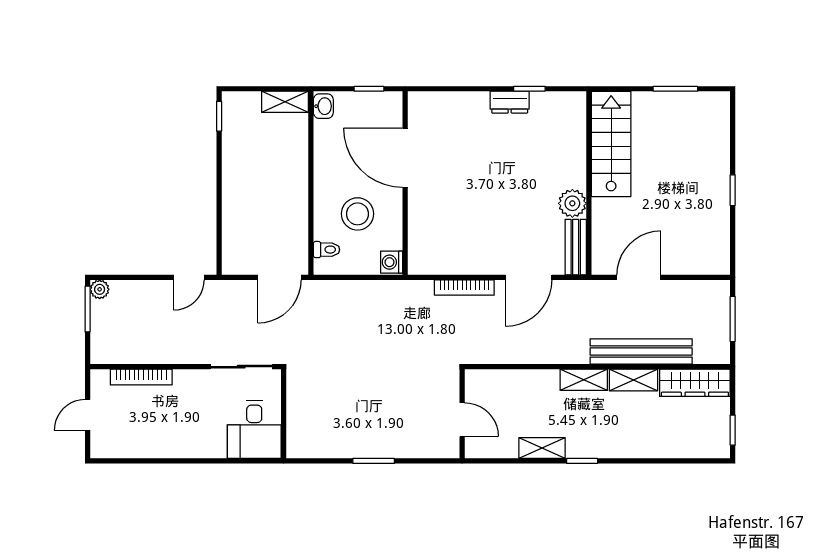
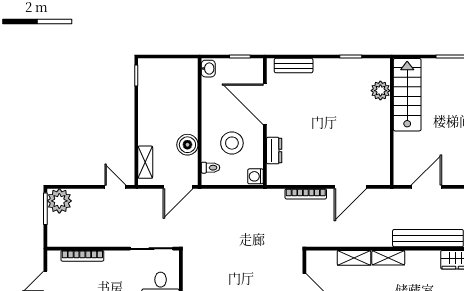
shelving: (285, 102) -> (145, 162), moved, turned 90
dresser: (510, 102) -> (274, 151), moved, turned -90
plant: (572, 203) -> (380, 91), moved
boiler: (293, 216) -> (187, 145), added
bench: (576, 247) -> (294, 66), moved, turned 90
door: (189, 277) -> (115, 187), swing flipped
plant: (100, 289) -> (59, 201), width x1.88, depth x1.88
shelving: (634, 380) -> (354, 258), moved

